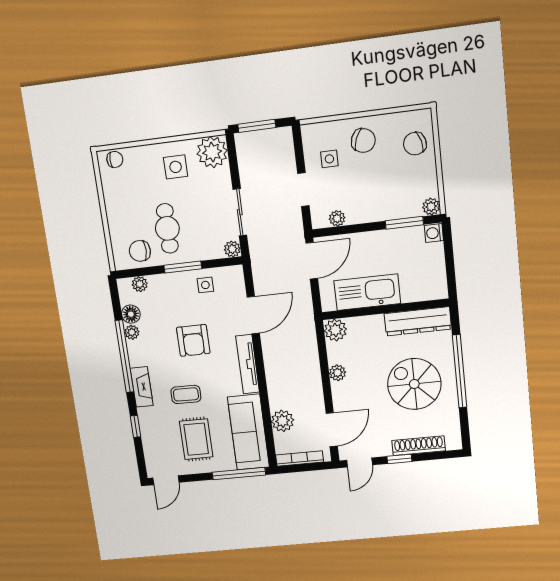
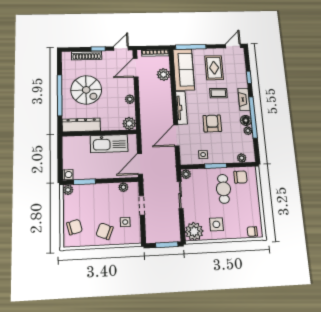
floor lamp: (131, 314) -> (246, 120), moved

